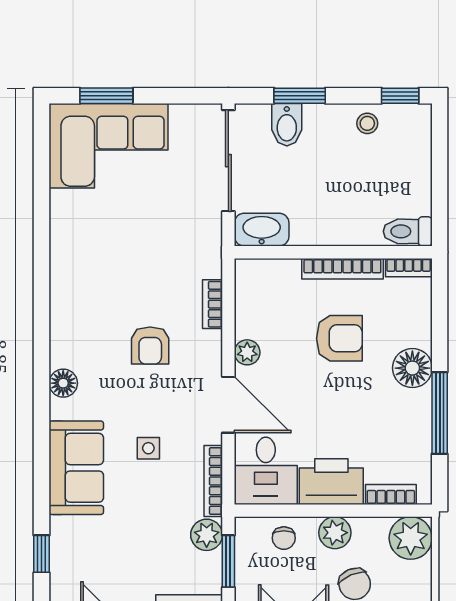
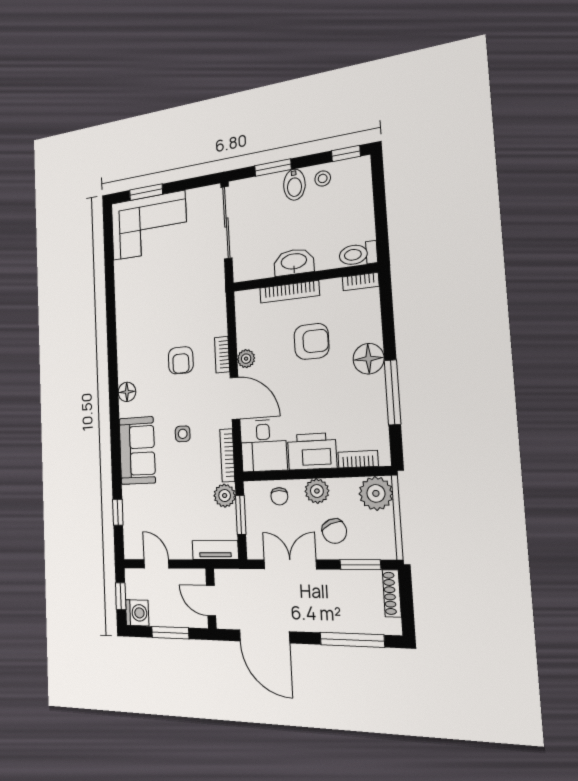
bidet: (287, 125) -> (294, 185), moved
washbasin: (262, 230) -> (294, 262), moved
bookcase: (342, 269) -> (289, 292), moved
bookcase: (213, 304) -> (222, 355), moved

